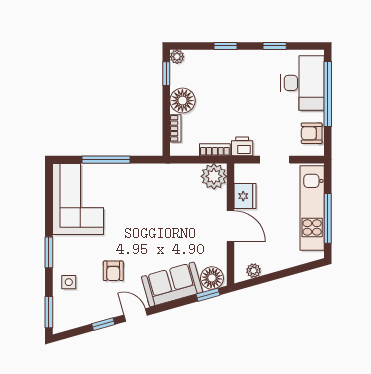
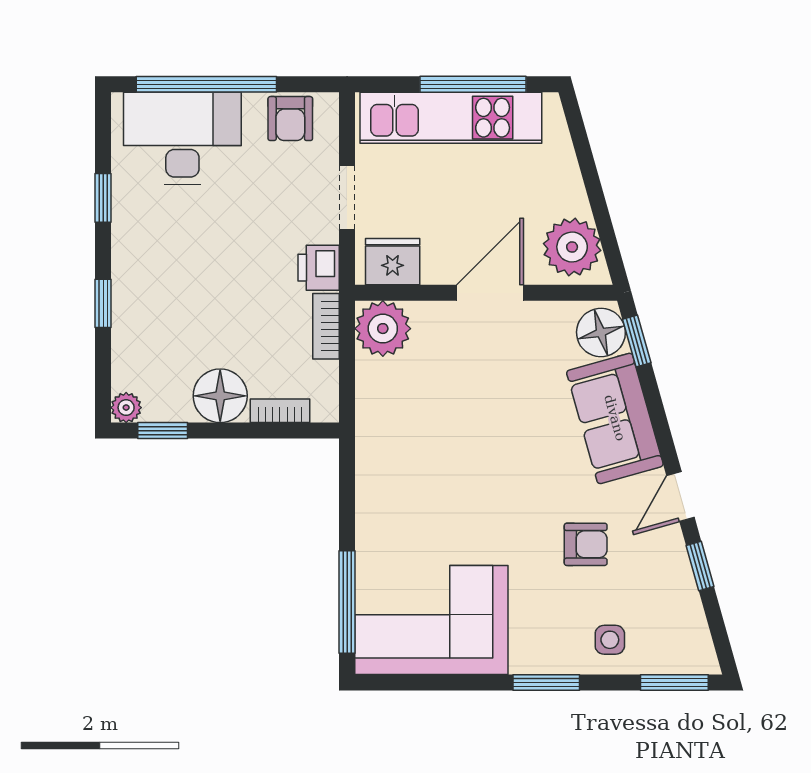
window: (106, 160) -> (347, 602), moved
fridge: (245, 196) -> (393, 262), moved
plant: (254, 271) -> (572, 247), width x1.88, depth x1.88

